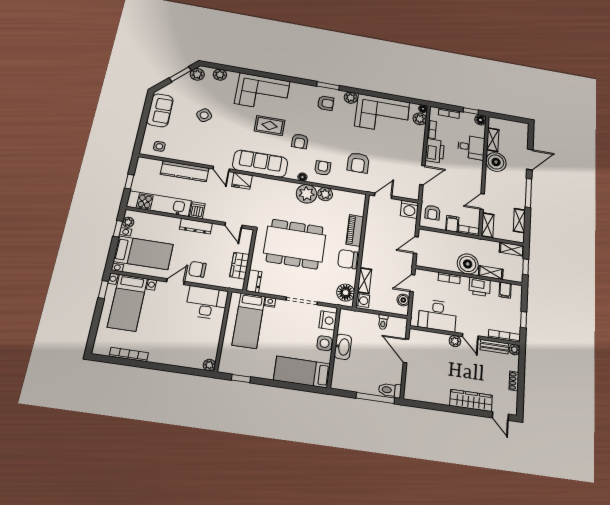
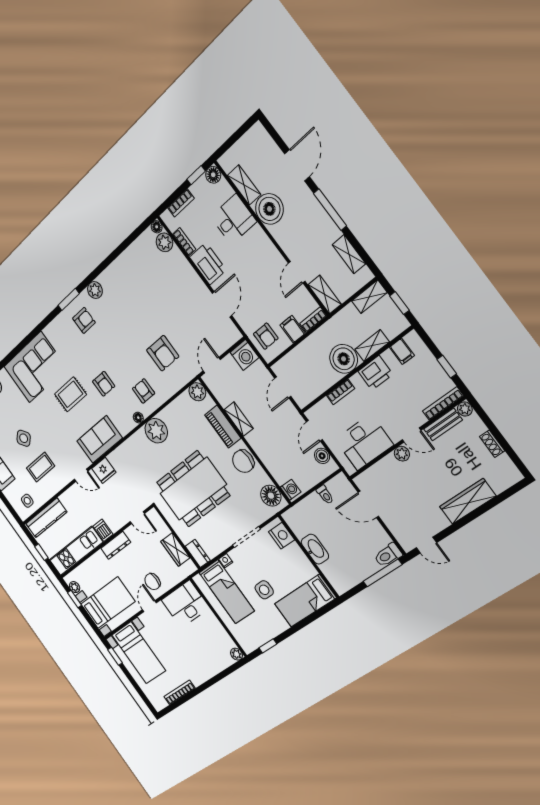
corner sofa: (382, 114) -> (133, 276), removed
coffee table: (196, 139) -> (41, 467), added
sofa: (260, 164) -> (100, 439), width x0.73
kitchen counter: (185, 171) -> (46, 518), moved
plant: (325, 194) -> (197, 392), moved
shelving: (365, 281) -> (239, 419), moved
side table: (325, 343) -> (264, 590), moved
door: (500, 416) -> (426, 545), moved

